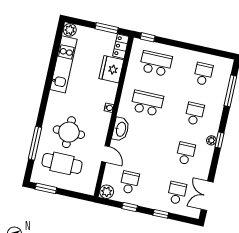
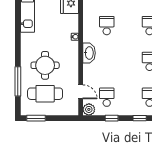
school desk: (147, 103) -> (107, 26), width x0.54
door: (105, 154) -> (81, 92), moved

